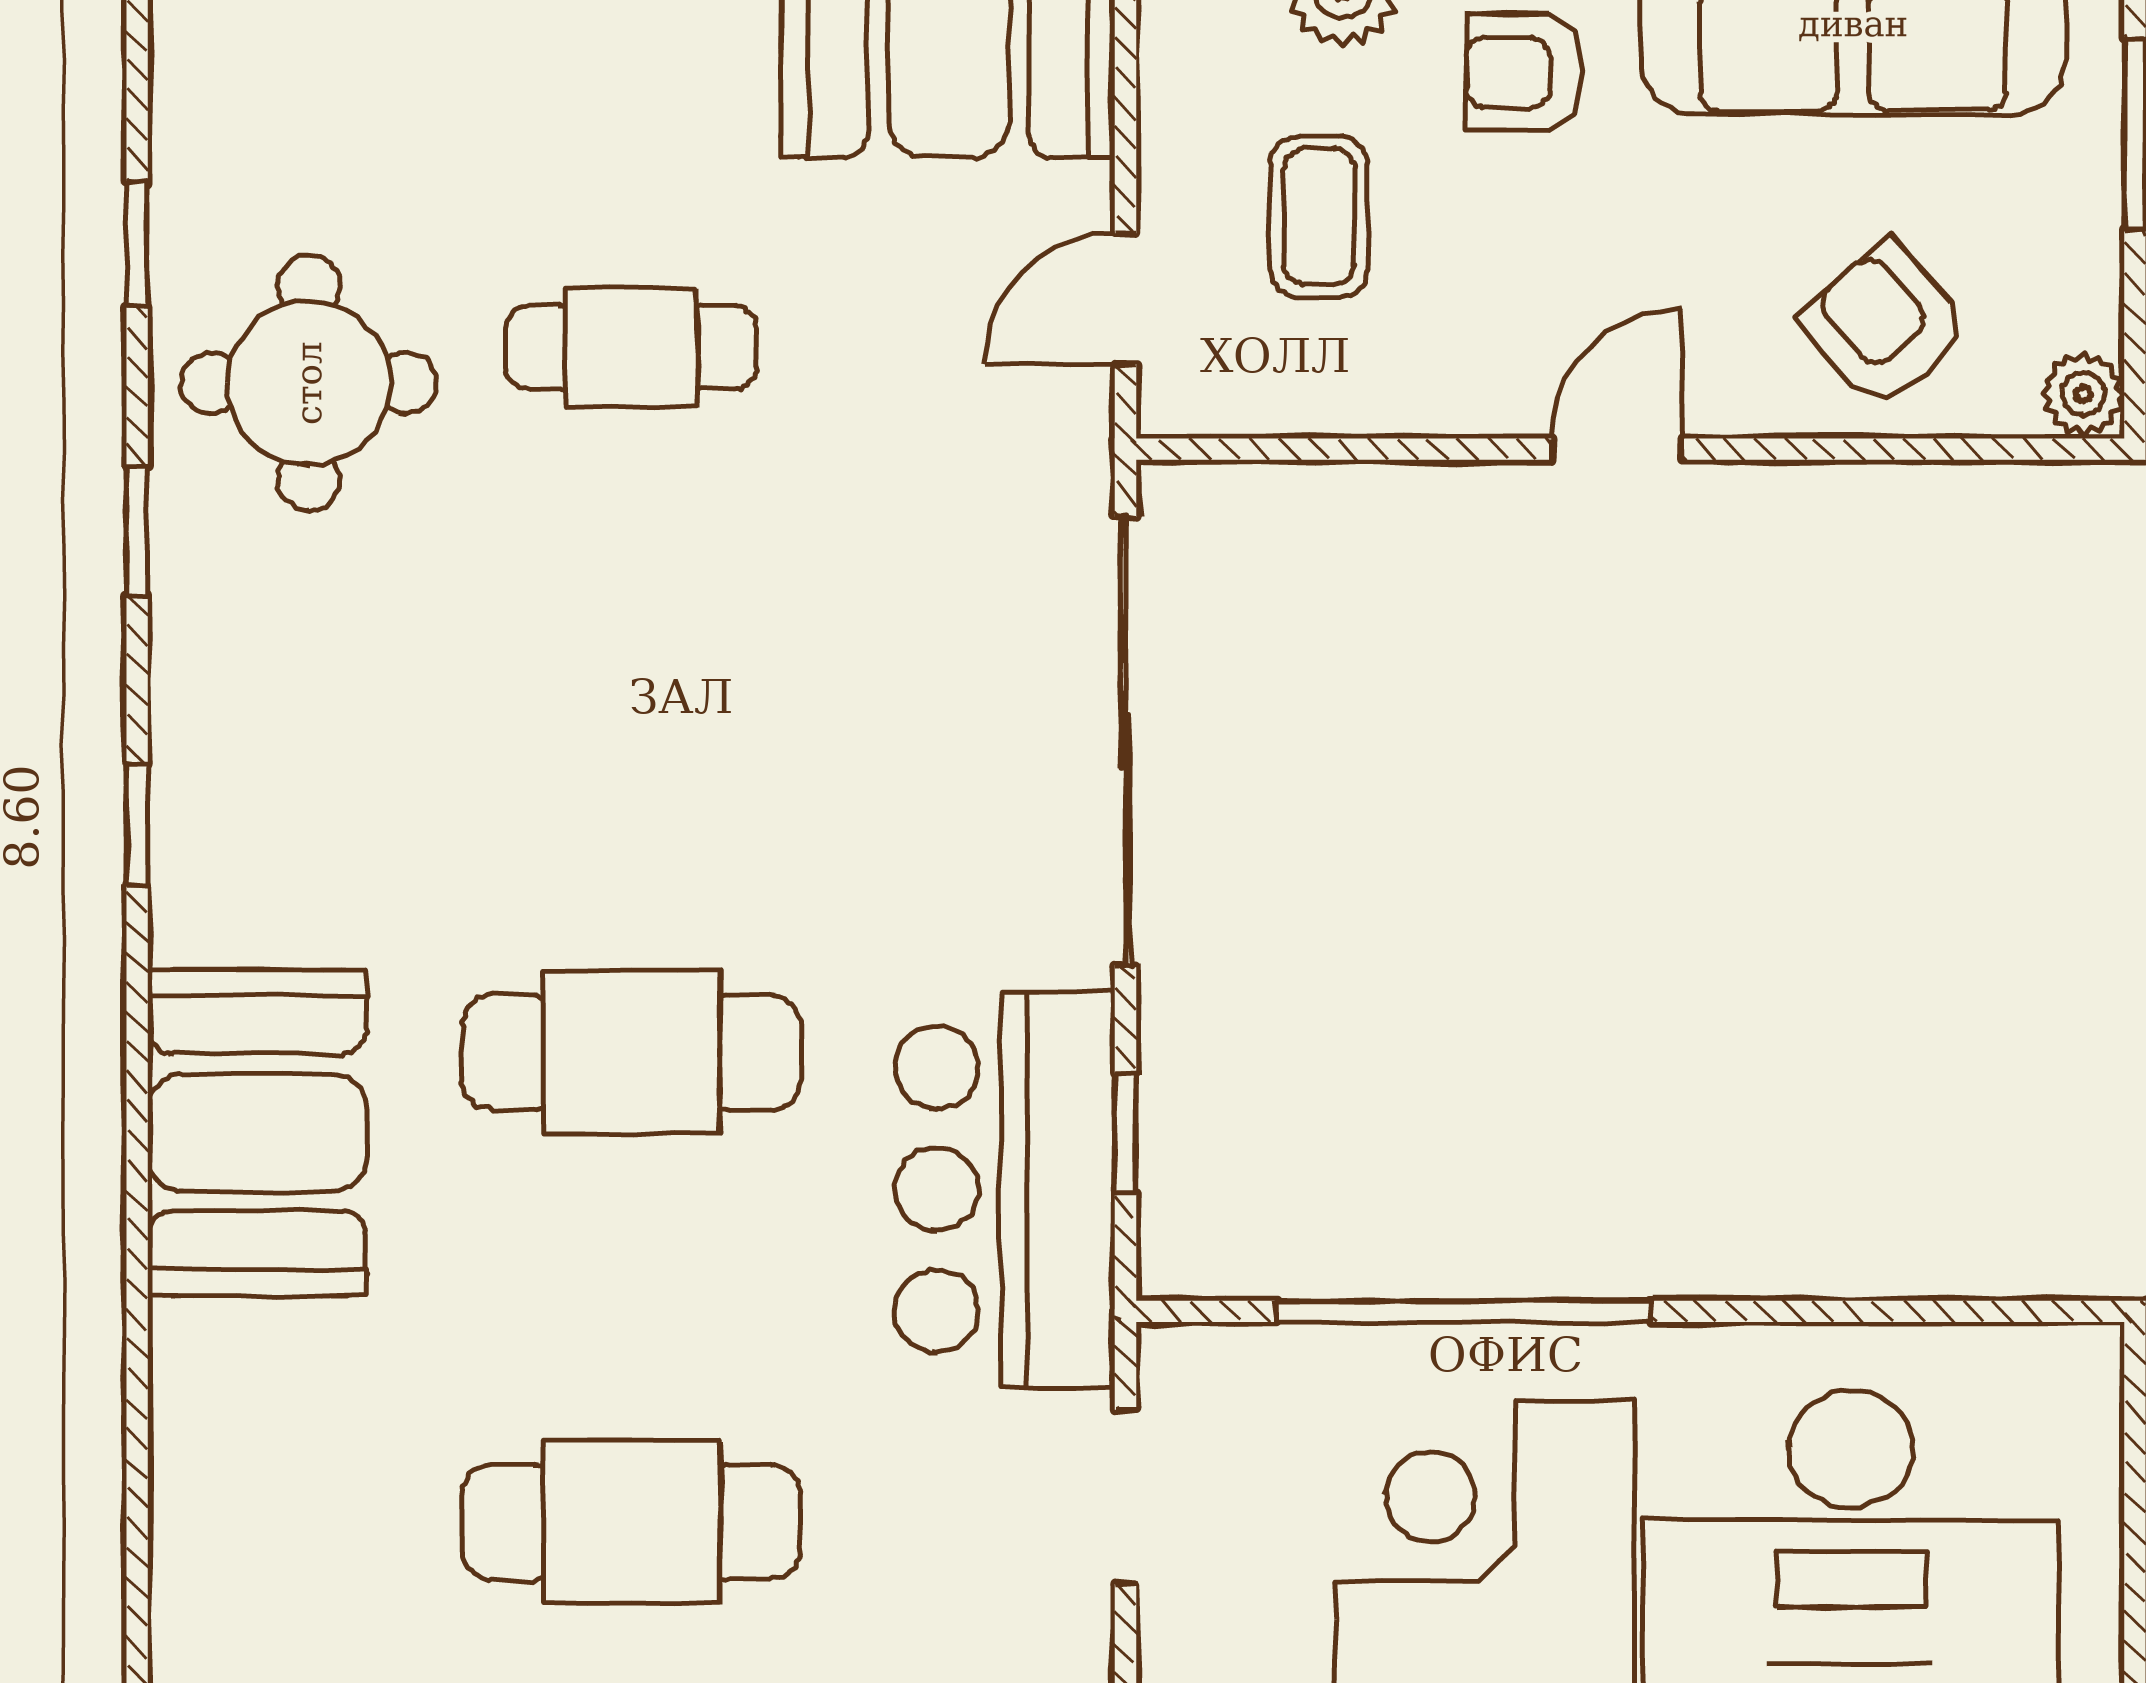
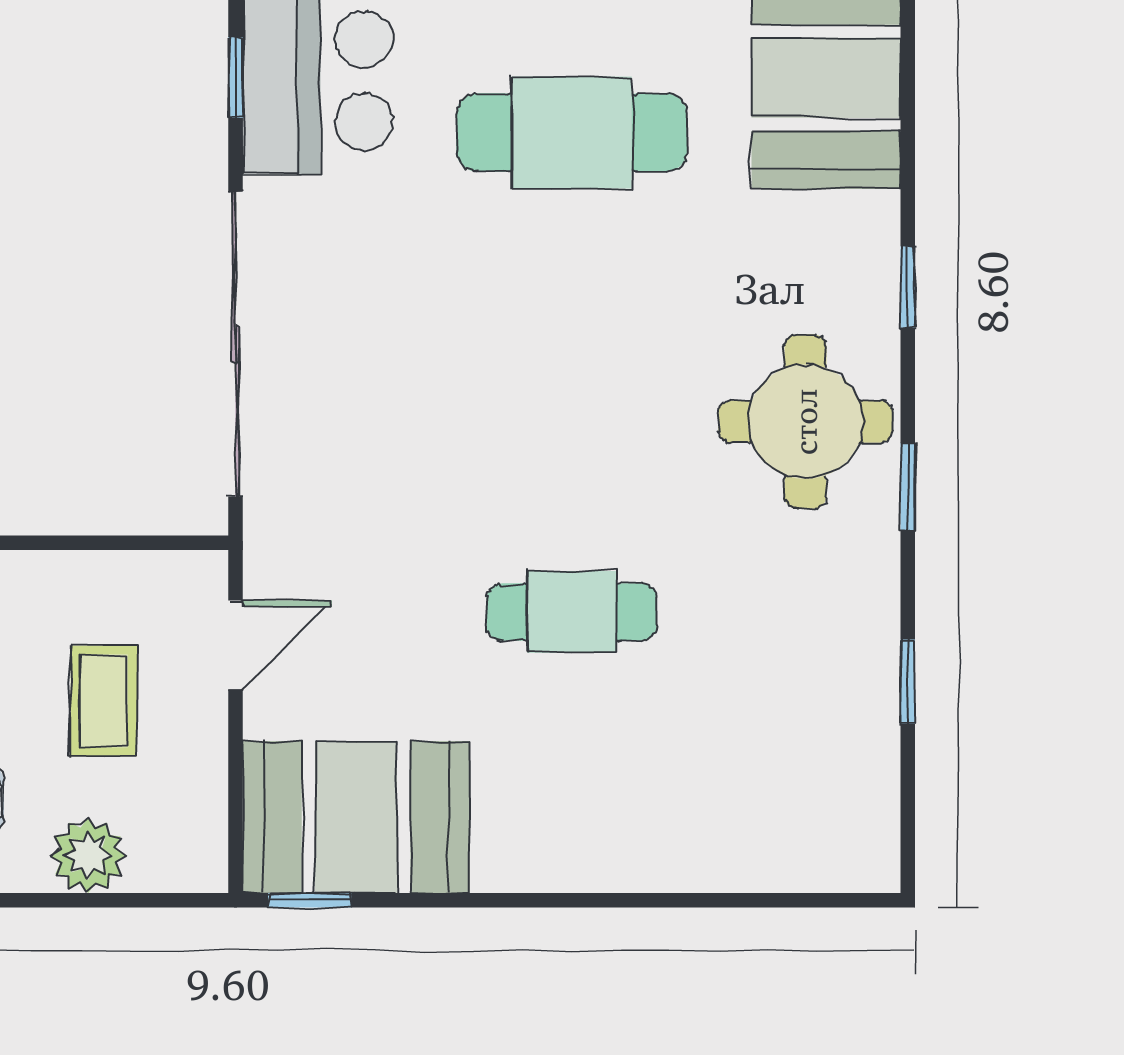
round table: (309, 383) -> (805, 422), moved

